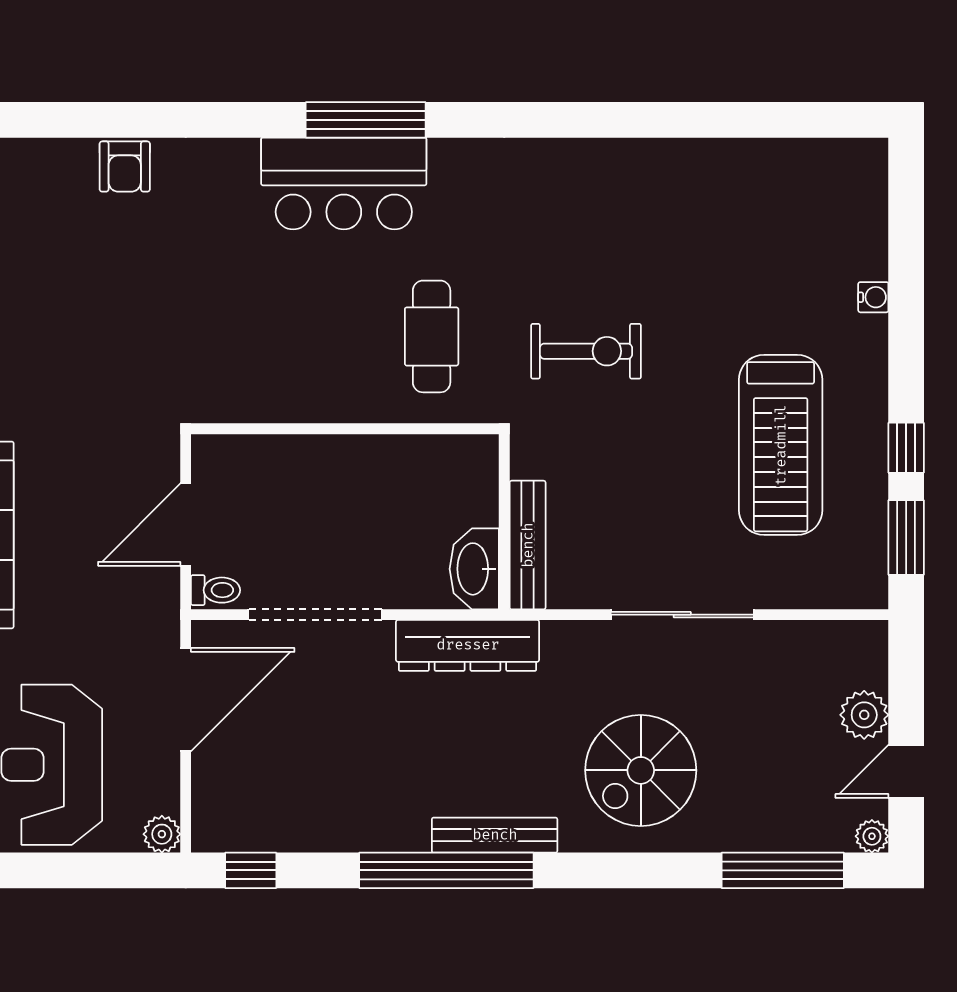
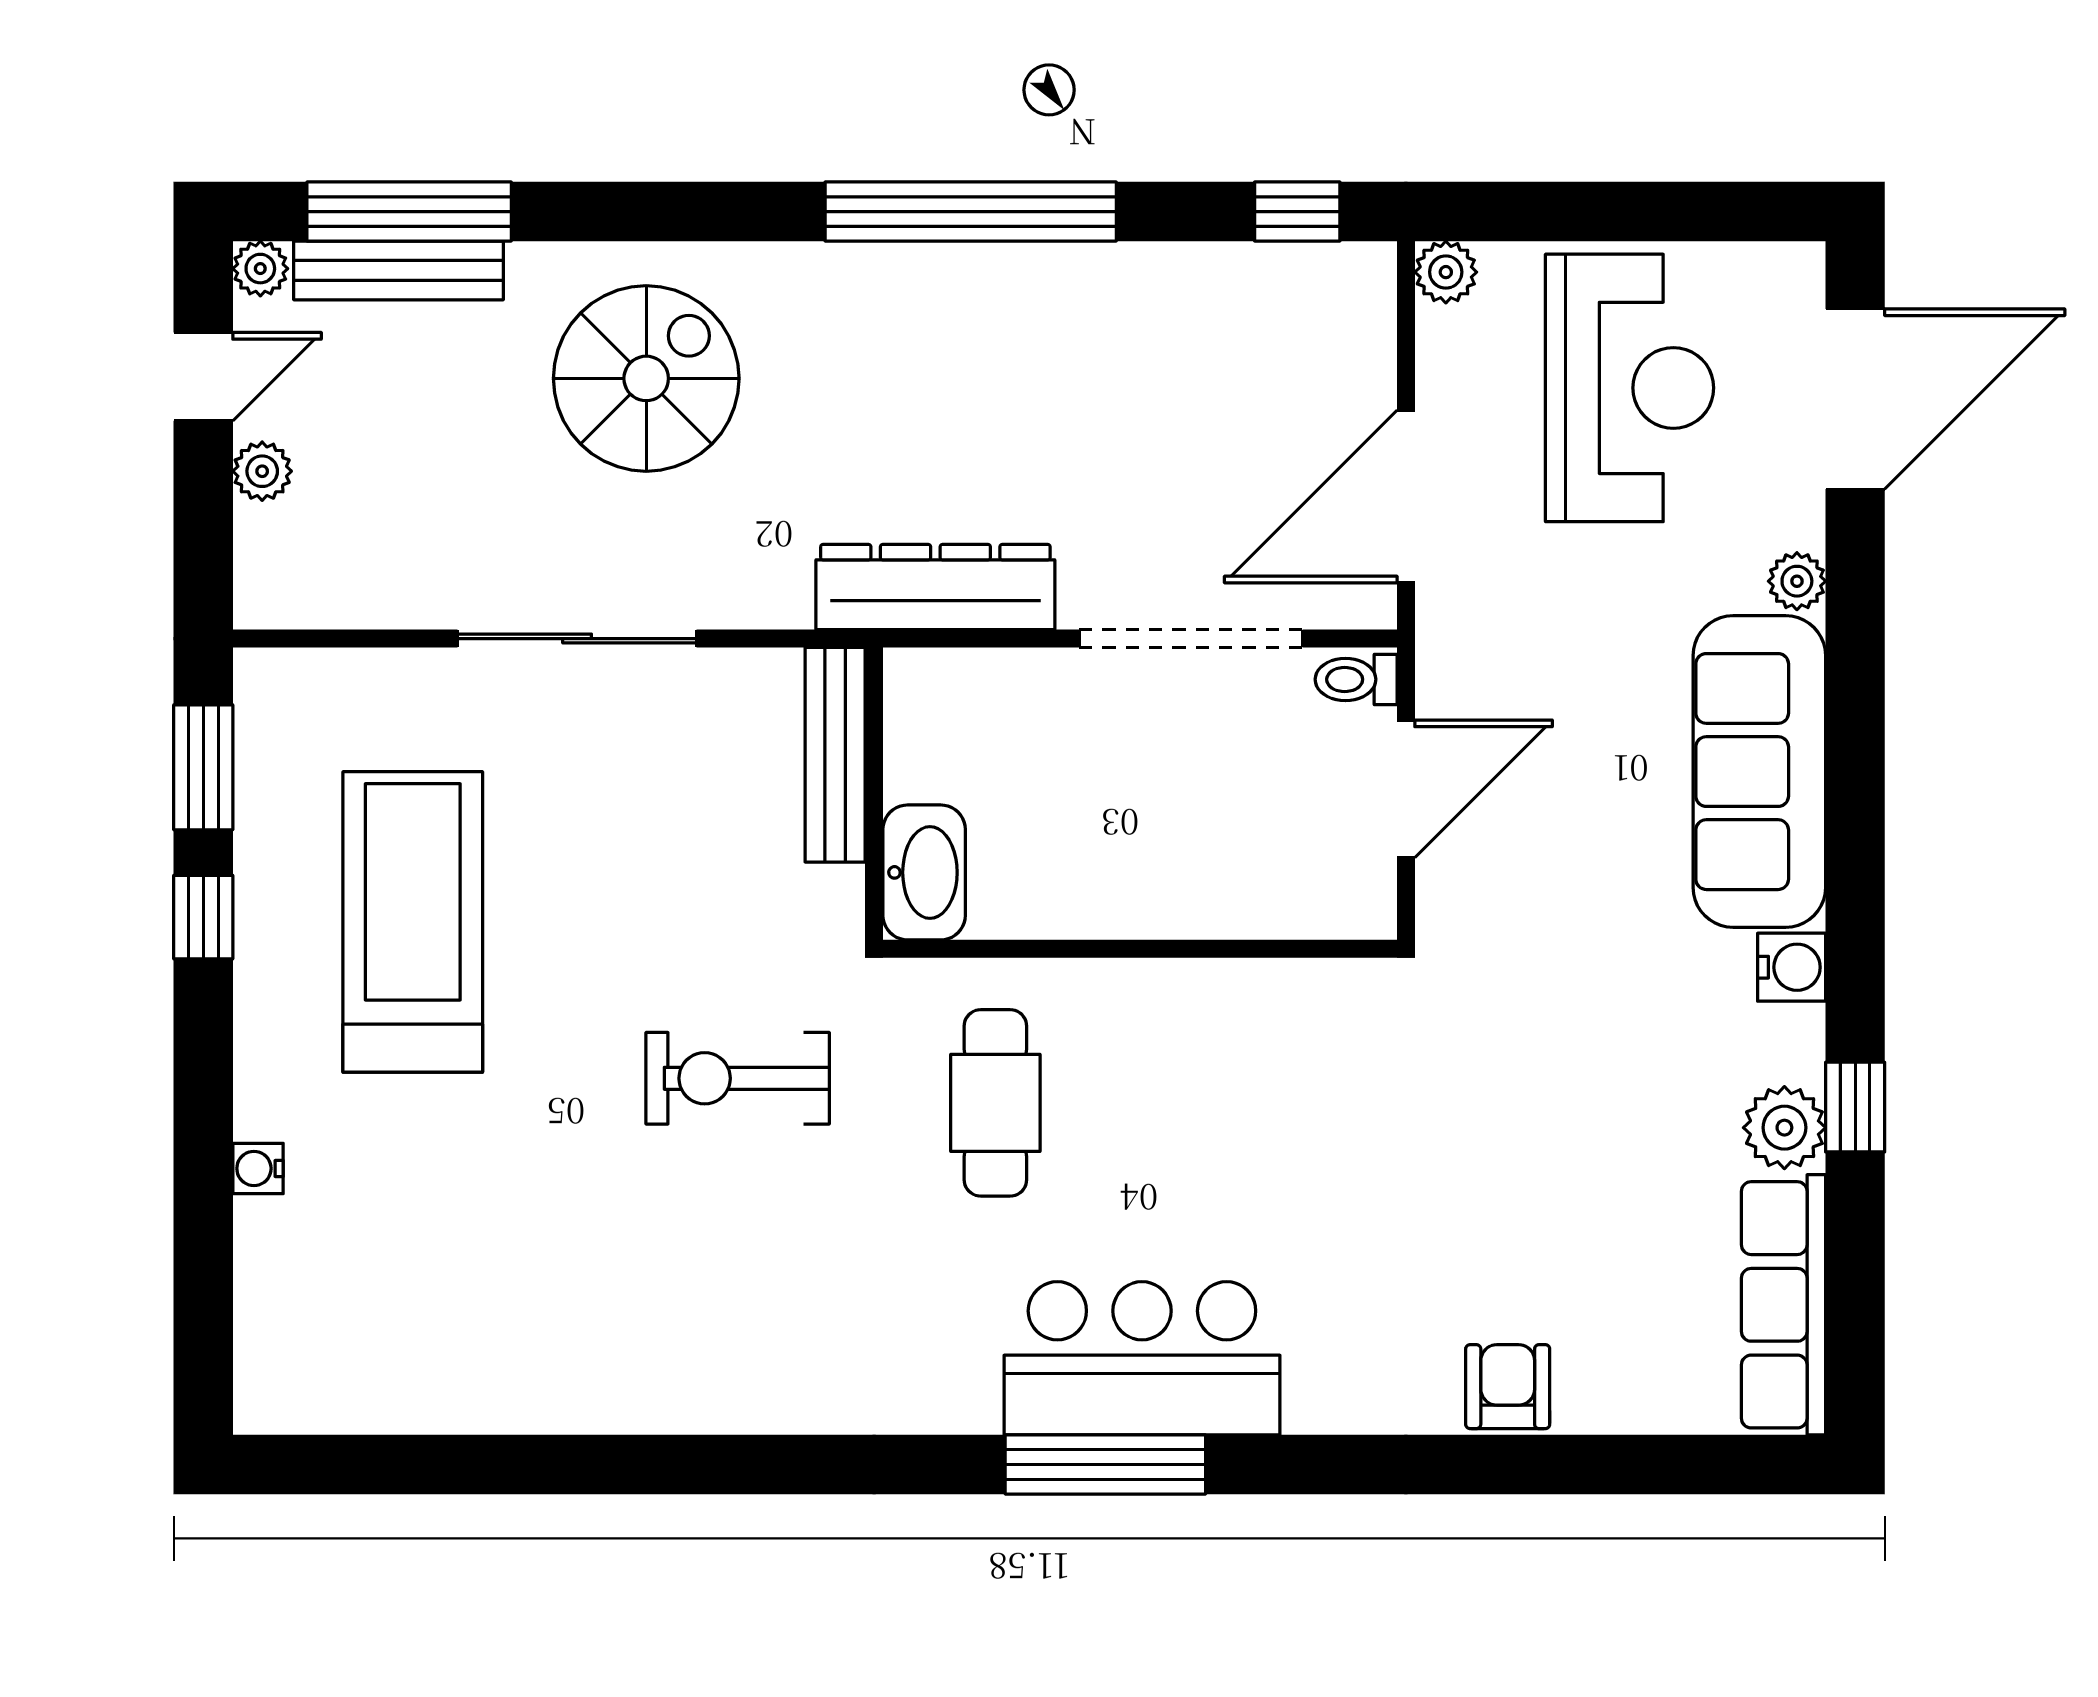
washbasin: (474, 569) -> (924, 872), moved
plant: (864, 715) -> (262, 471), width x0.73, depth x0.73
bench: (495, 835) -> (398, 270), moved

